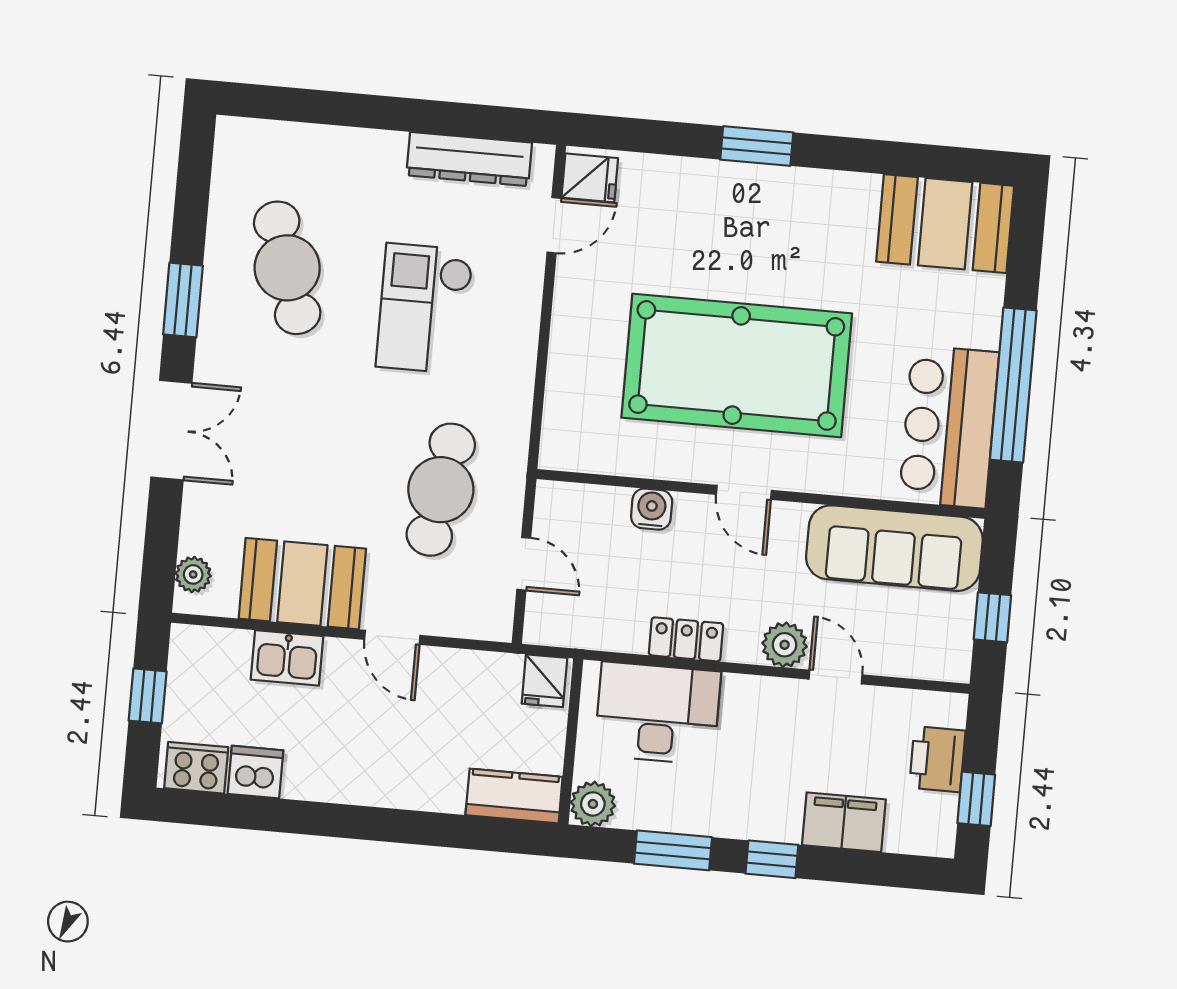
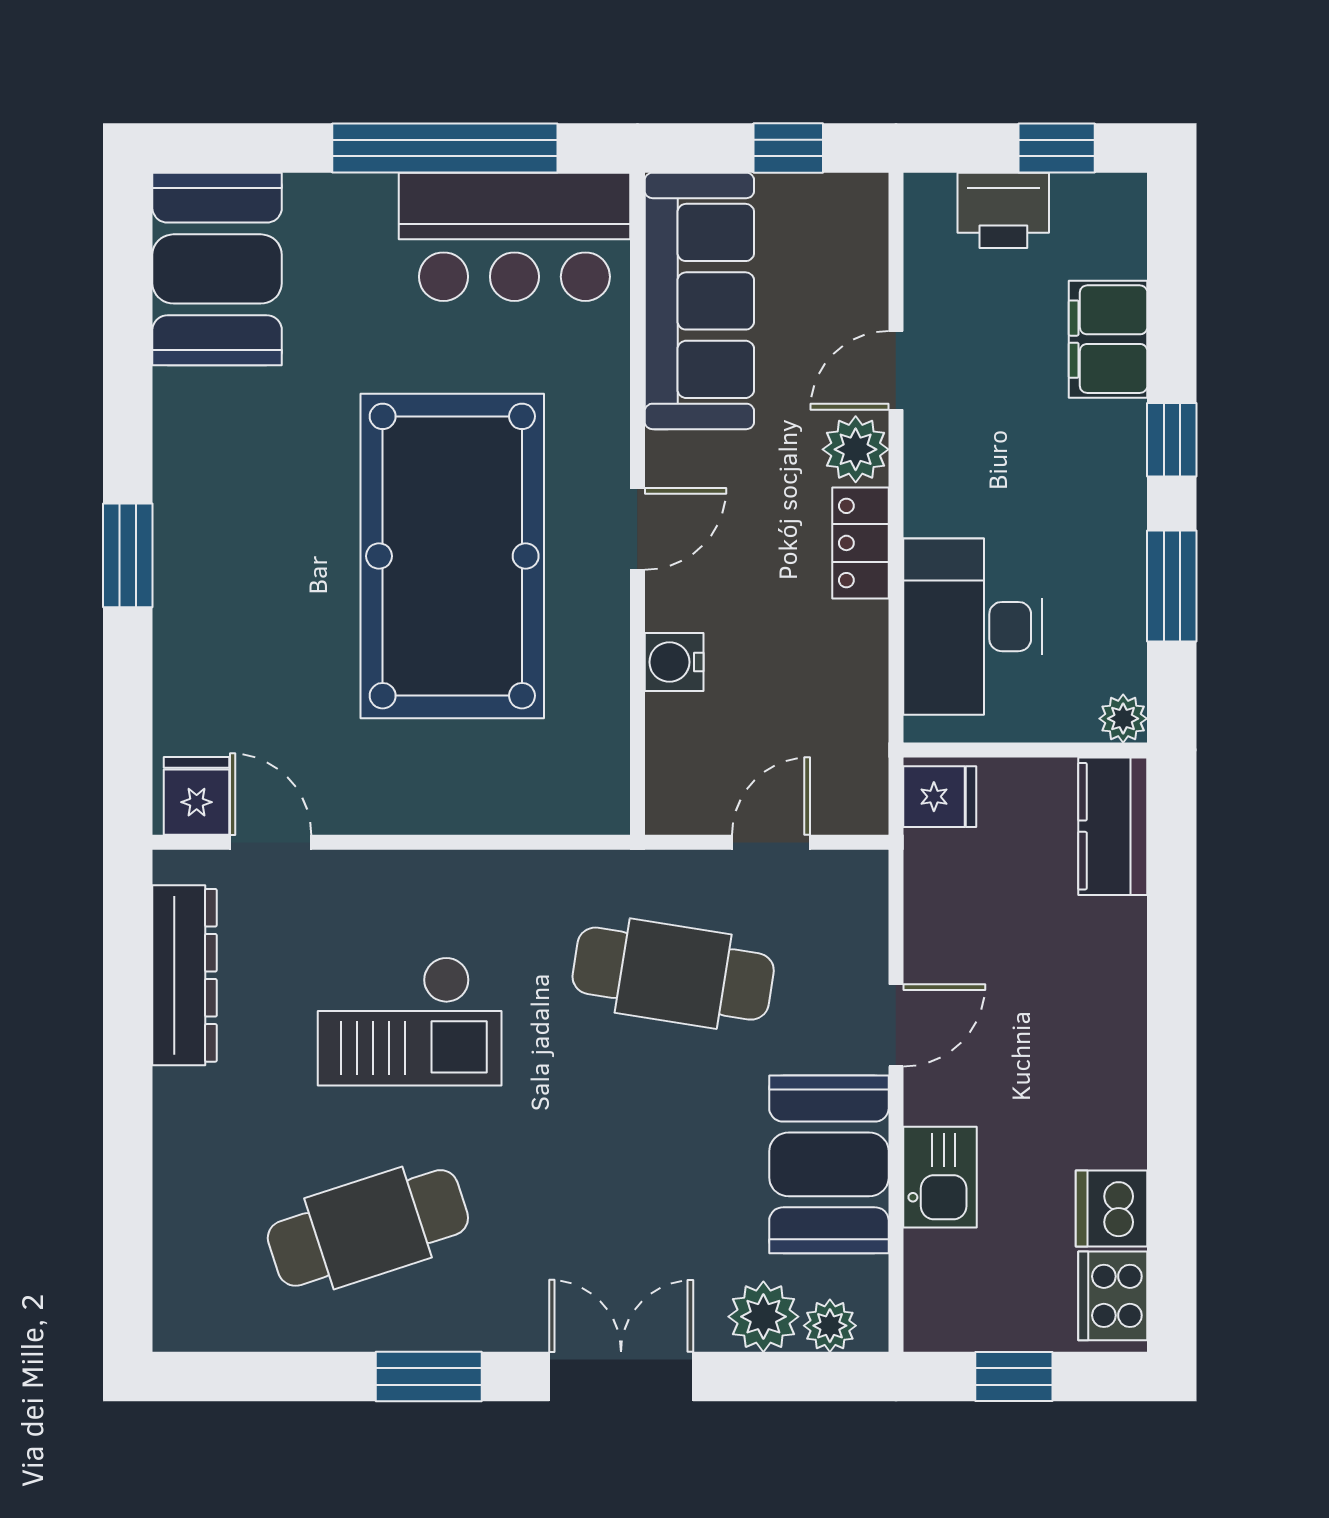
plant: (203, 530) -> (763, 1317), added
locker: (686, 639) -> (860, 543), moved
plant: (593, 804) -> (1123, 719), width x0.73, depth x0.73

